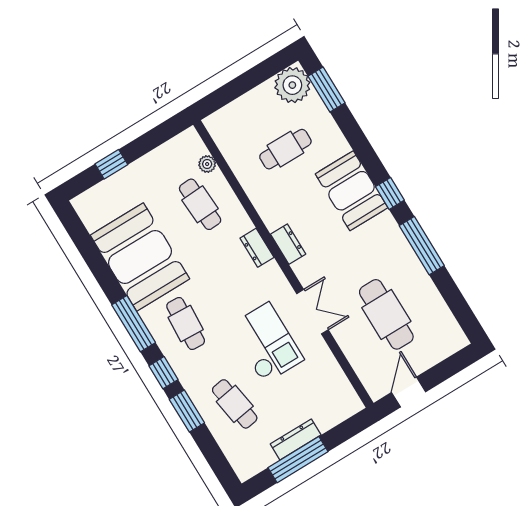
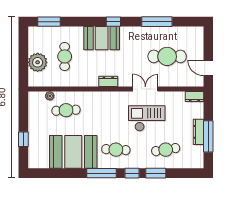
plant: (292, 85) -> (38, 62), moved
window: (422, 246) -> (157, 22), moved
dresser: (257, 248) -> (194, 97), moved

